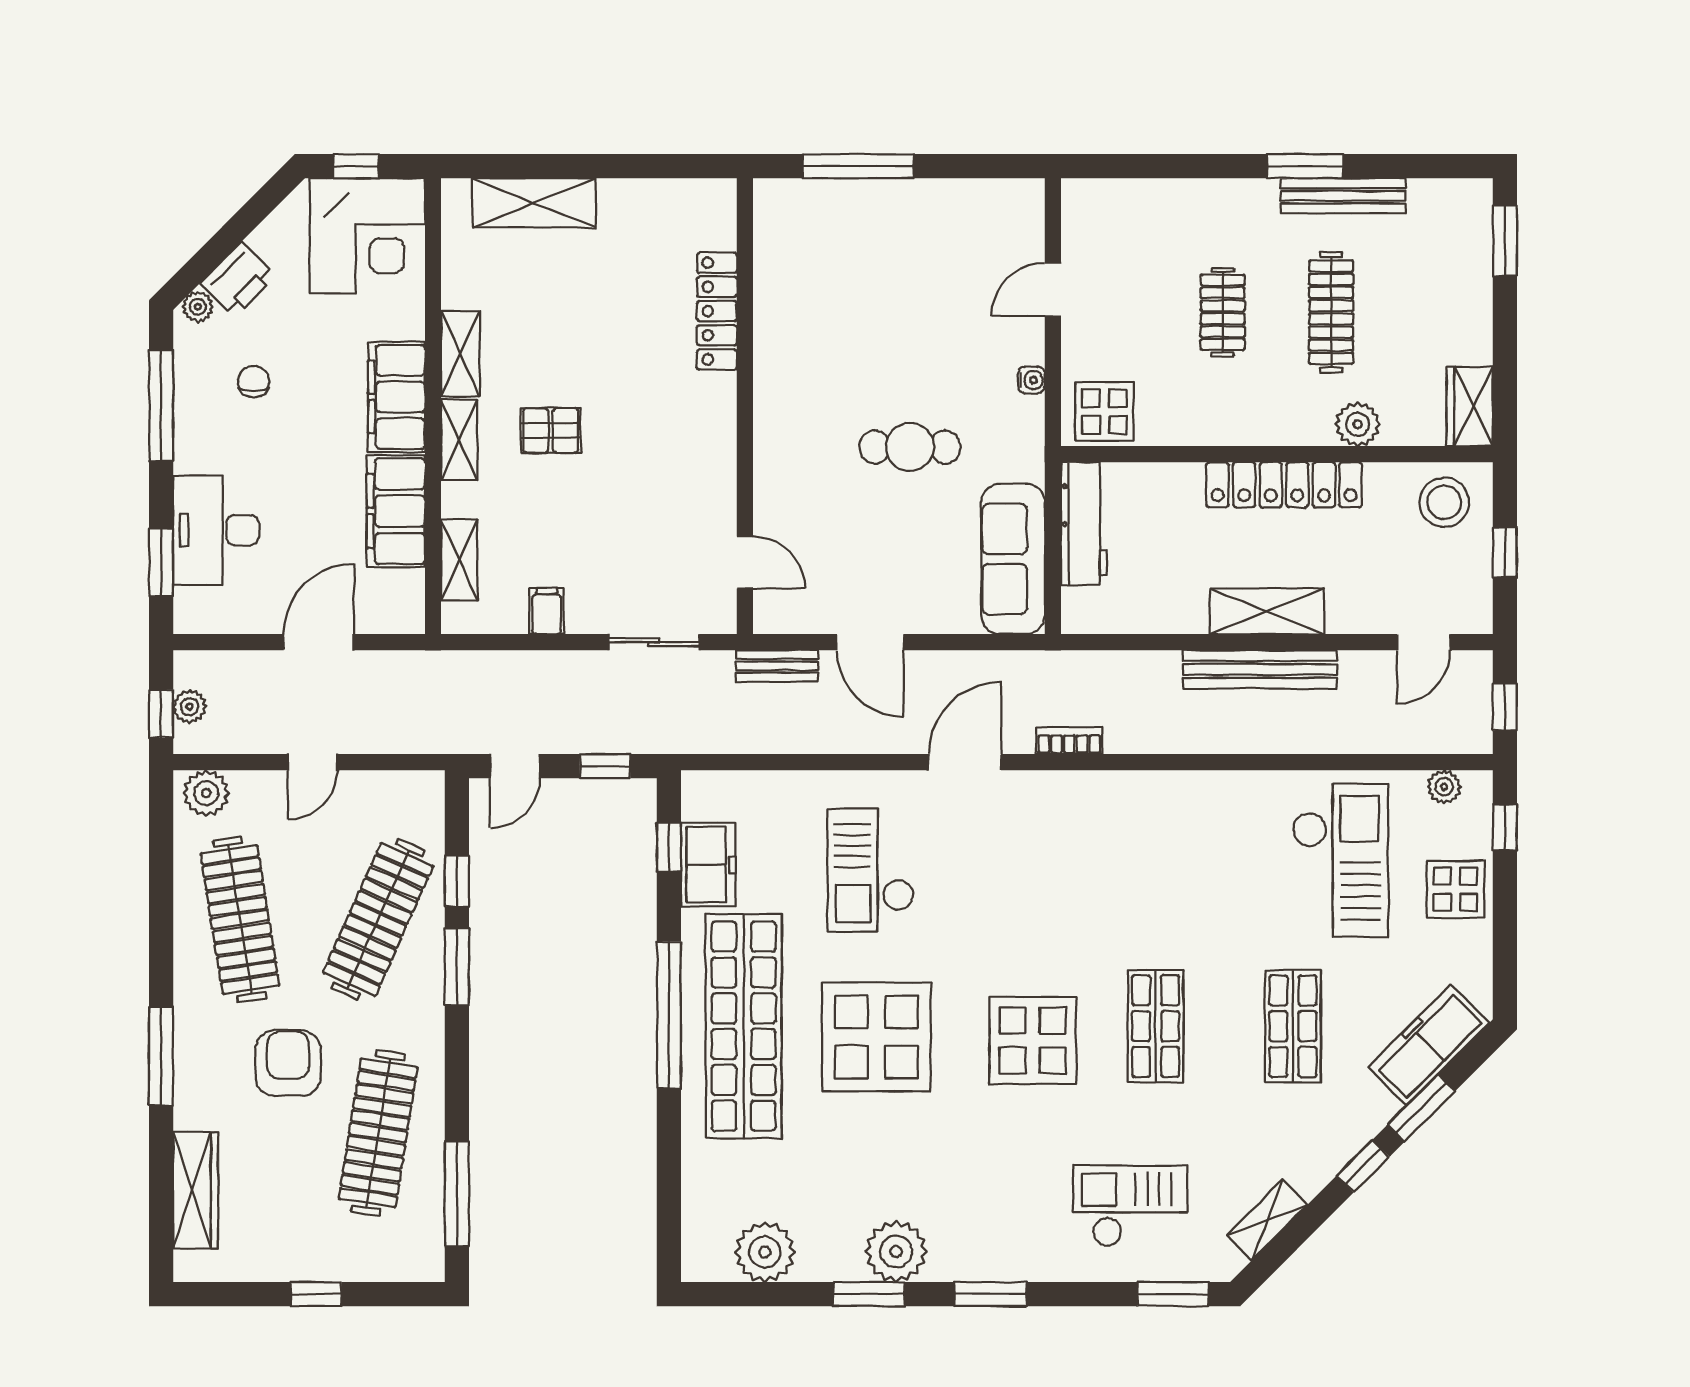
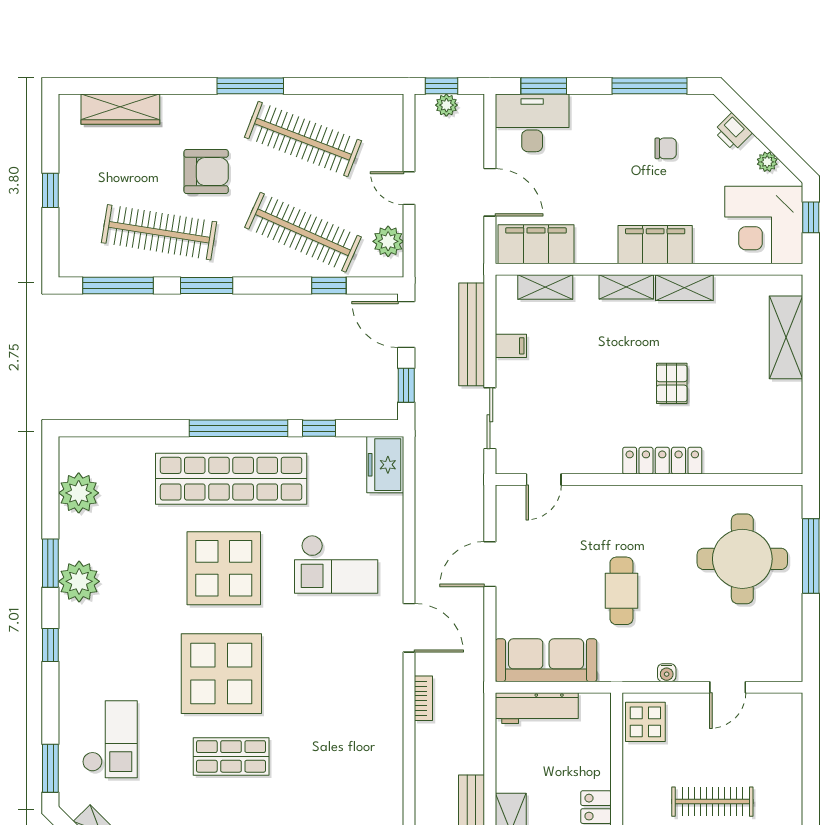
round table: (863, 268) -> (742, 559), added
printer: (238, 279) -> (733, 132), width x0.73, depth x0.81
door: (1053, 289) -> (728, 687), swing flipped
plant: (198, 307) -> (767, 162), moved
locker: (717, 311) -> (662, 461), moved
clothes rail: (1223, 312) -> (712, 802), width x1.36
pallet: (551, 431) -> (672, 383), moved
filing cabinet: (396, 511) -> (536, 244), moved
workbench: (1084, 524) -> (537, 708), moved
desk: (216, 530) -> (532, 123), moved
bench: (777, 666) -> (472, 334), moved, width x1.86, depth x1.21
door: (515, 766) -> (406, 325), width x1.38
plant: (206, 793) -> (388, 241), moved
window: (669, 847) -> (319, 428), moved
freezer: (708, 865) -> (385, 465), moved, turned 90
checkout: (871, 870) -> (336, 564), turned 180
clothes rail: (240, 919) -> (303, 139), turned 30
window: (457, 967) -> (207, 285), moved
display table: (1033, 1041) -> (221, 674), width x1.36, depth x1.36
window: (161, 1056) -> (250, 86), moved
window: (990, 1294) -> (50, 645), width x0.67

